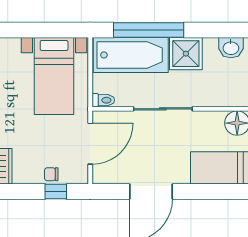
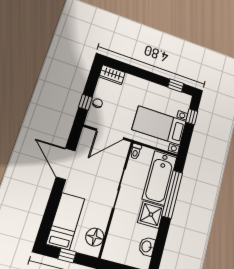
window: (24, 30) -> (192, 117), added
door: (90, 144) -> (110, 134), hinge flipped

